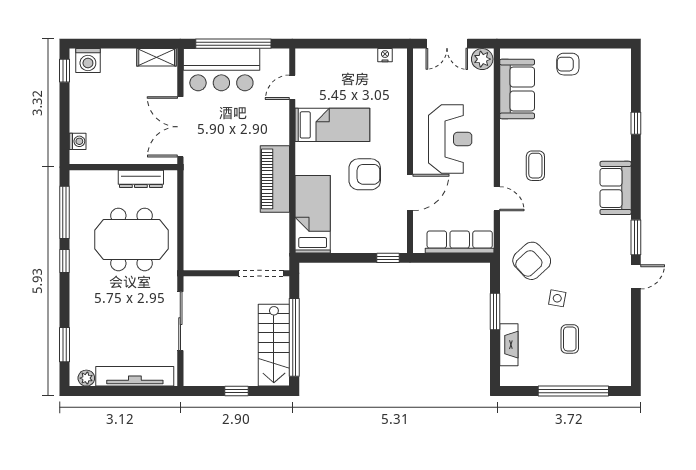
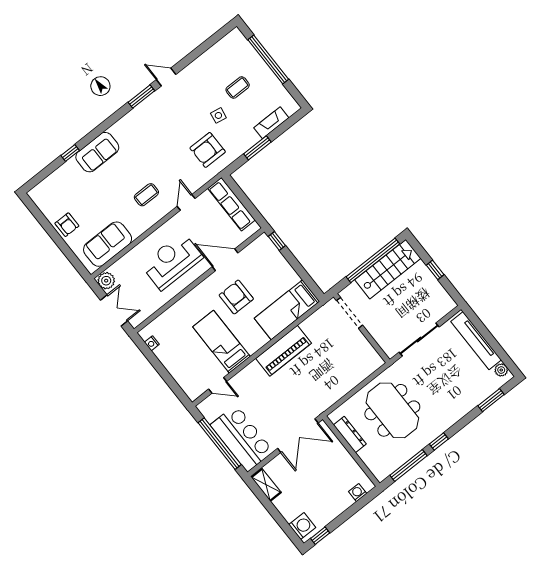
sofa: (616, 188) -> (97, 152), moved
armchair: (532, 261) -> (208, 150), turned 133

